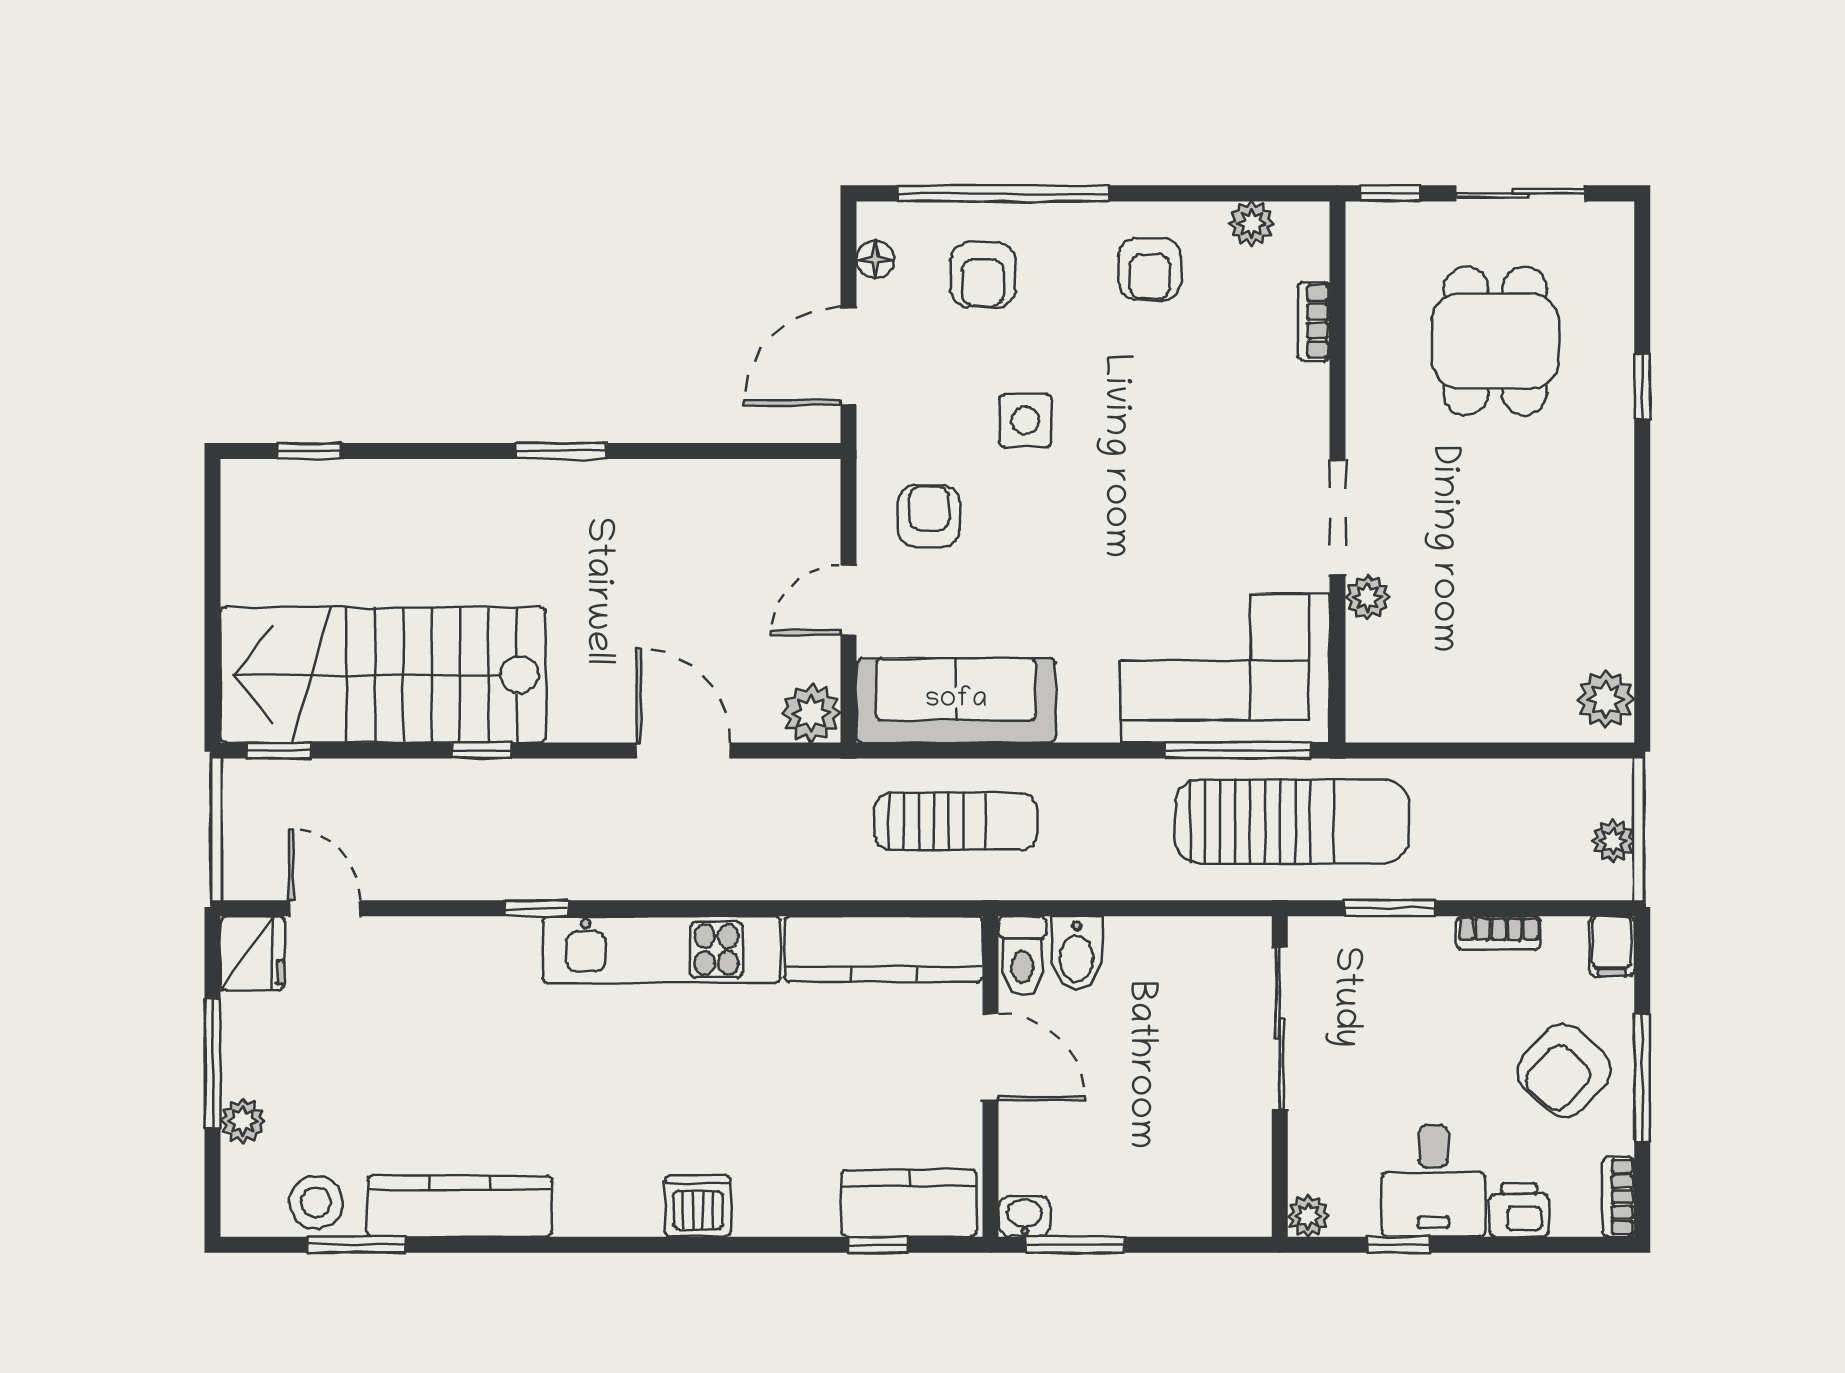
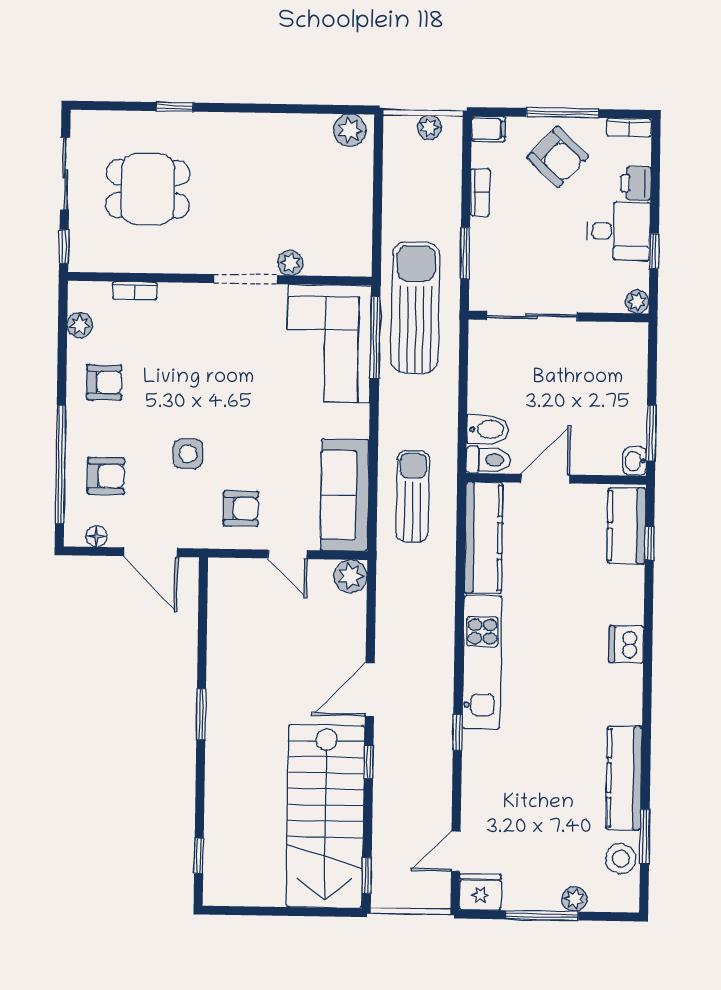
armchair: (929, 516) -> (241, 508), turned 180
door: (683, 751) -> (370, 690), moved

